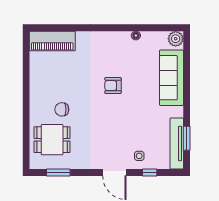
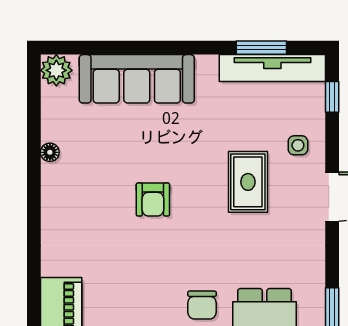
rug: (121, 132) -> (248, 182), added
window: (150, 172) -> (332, 97), moved

